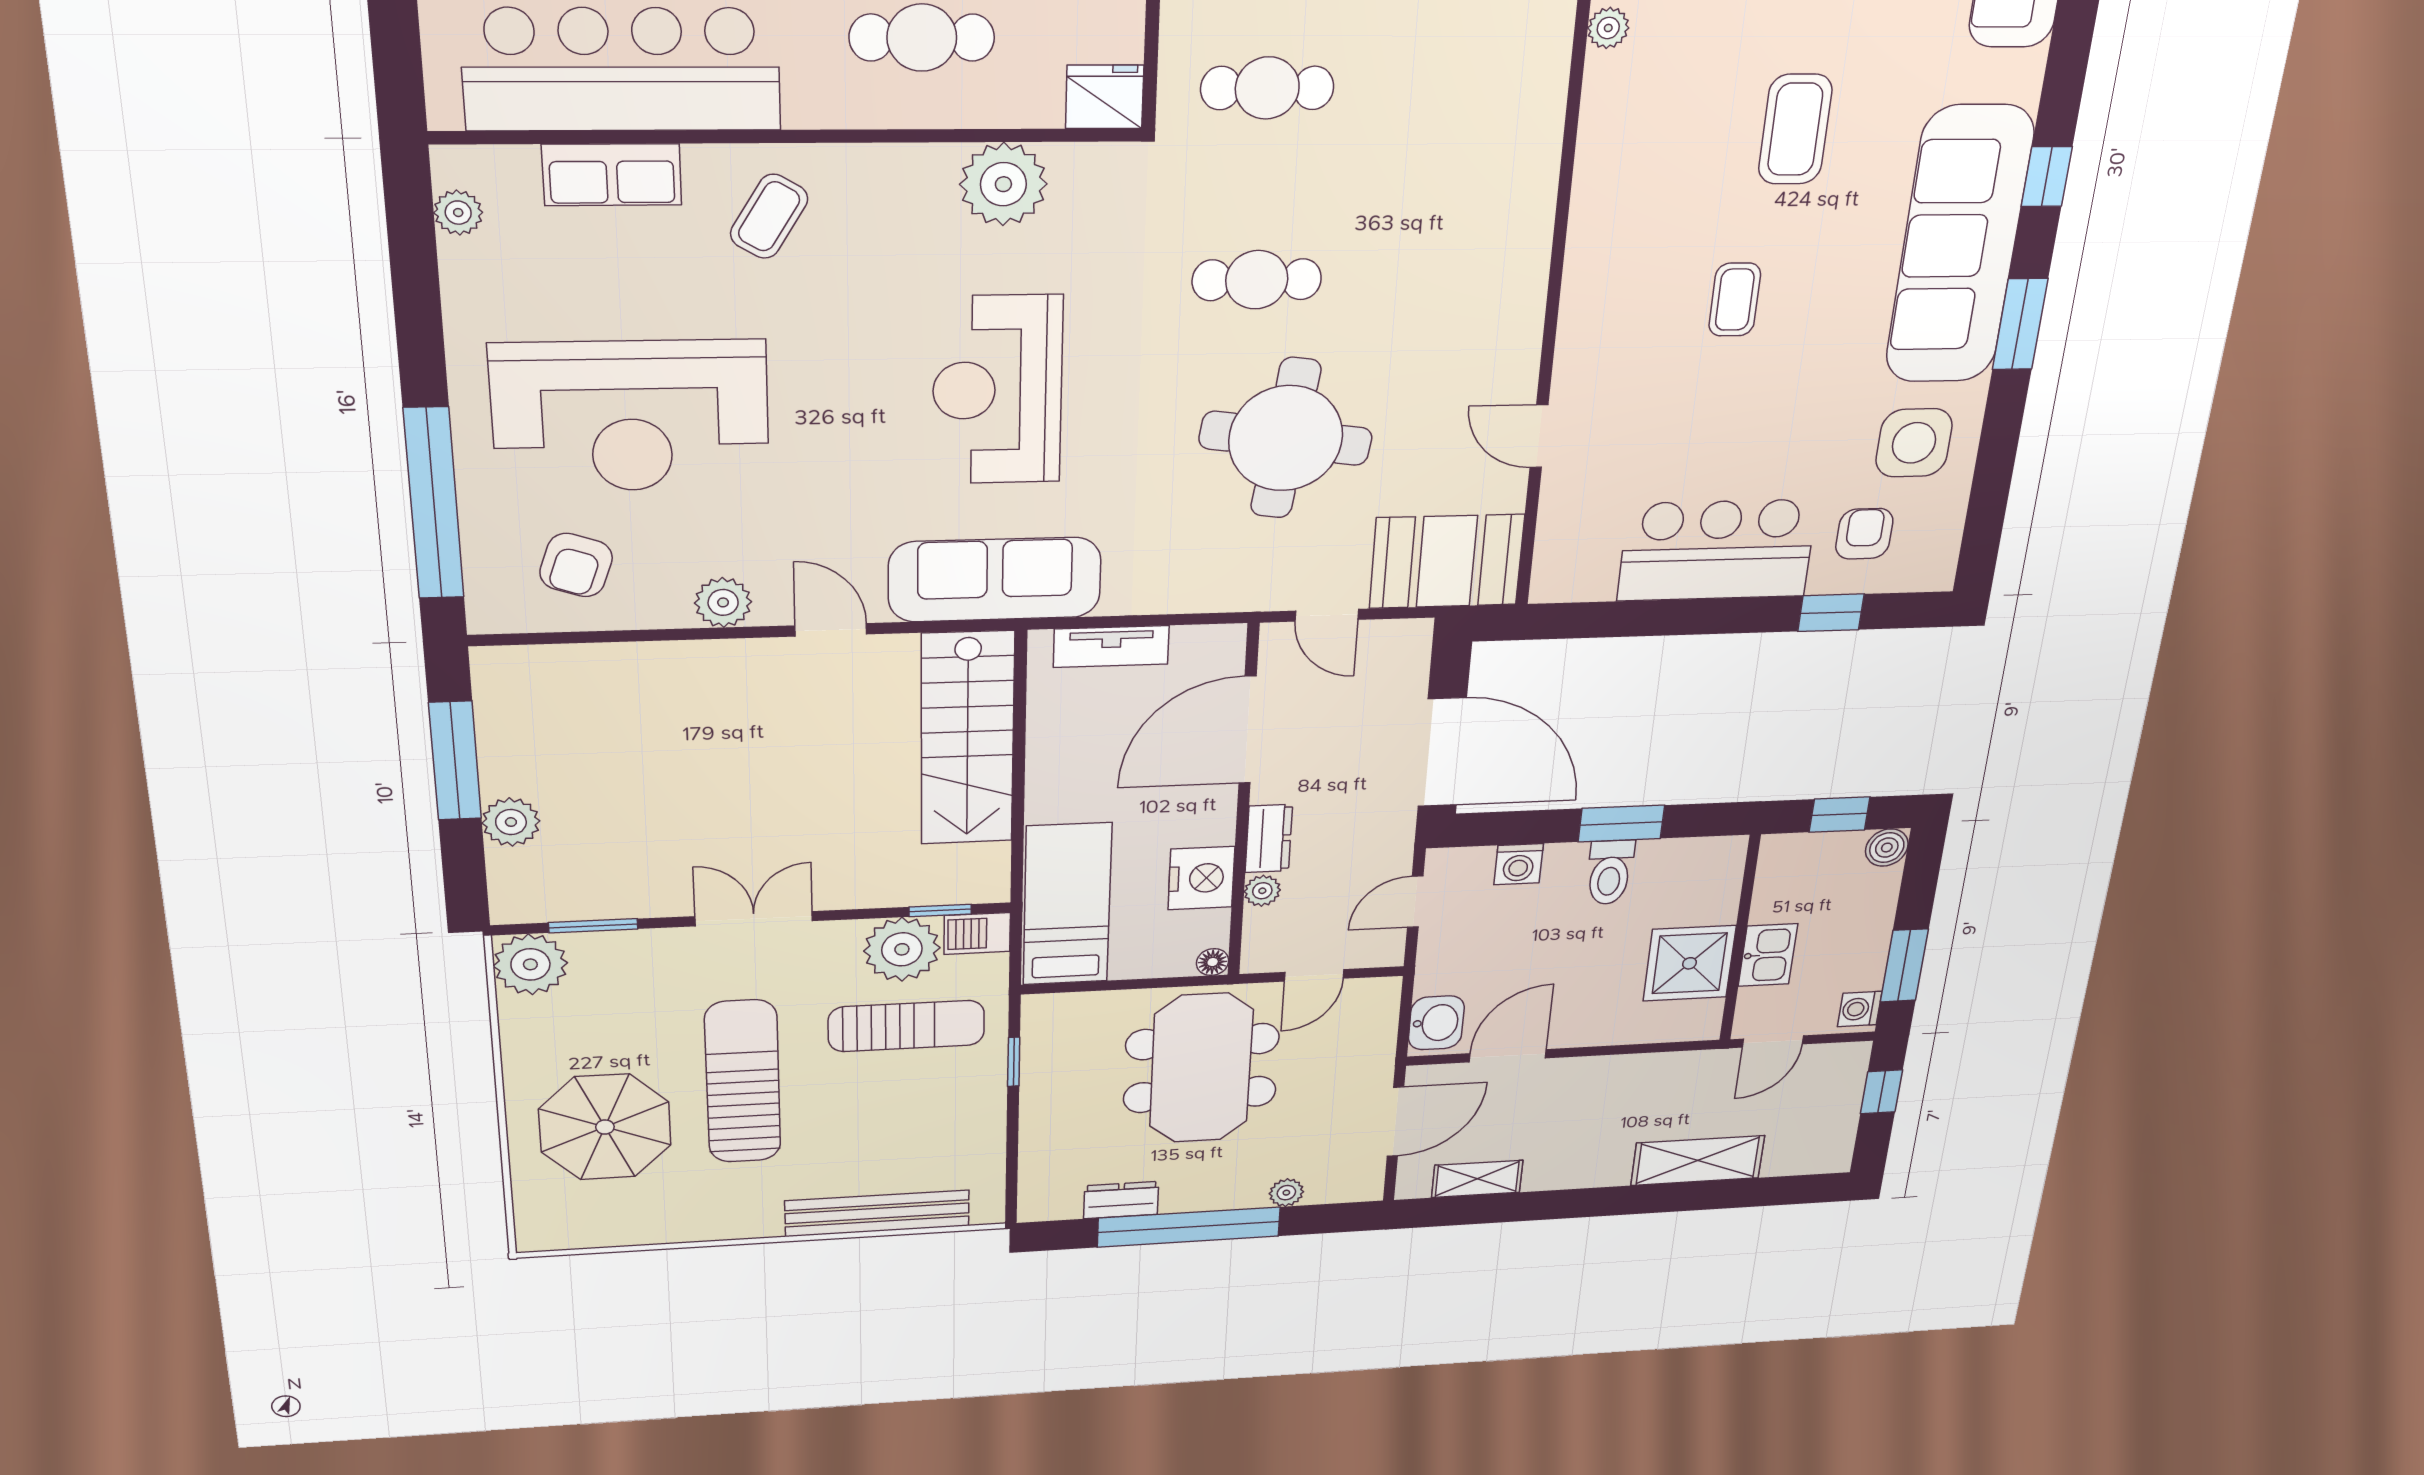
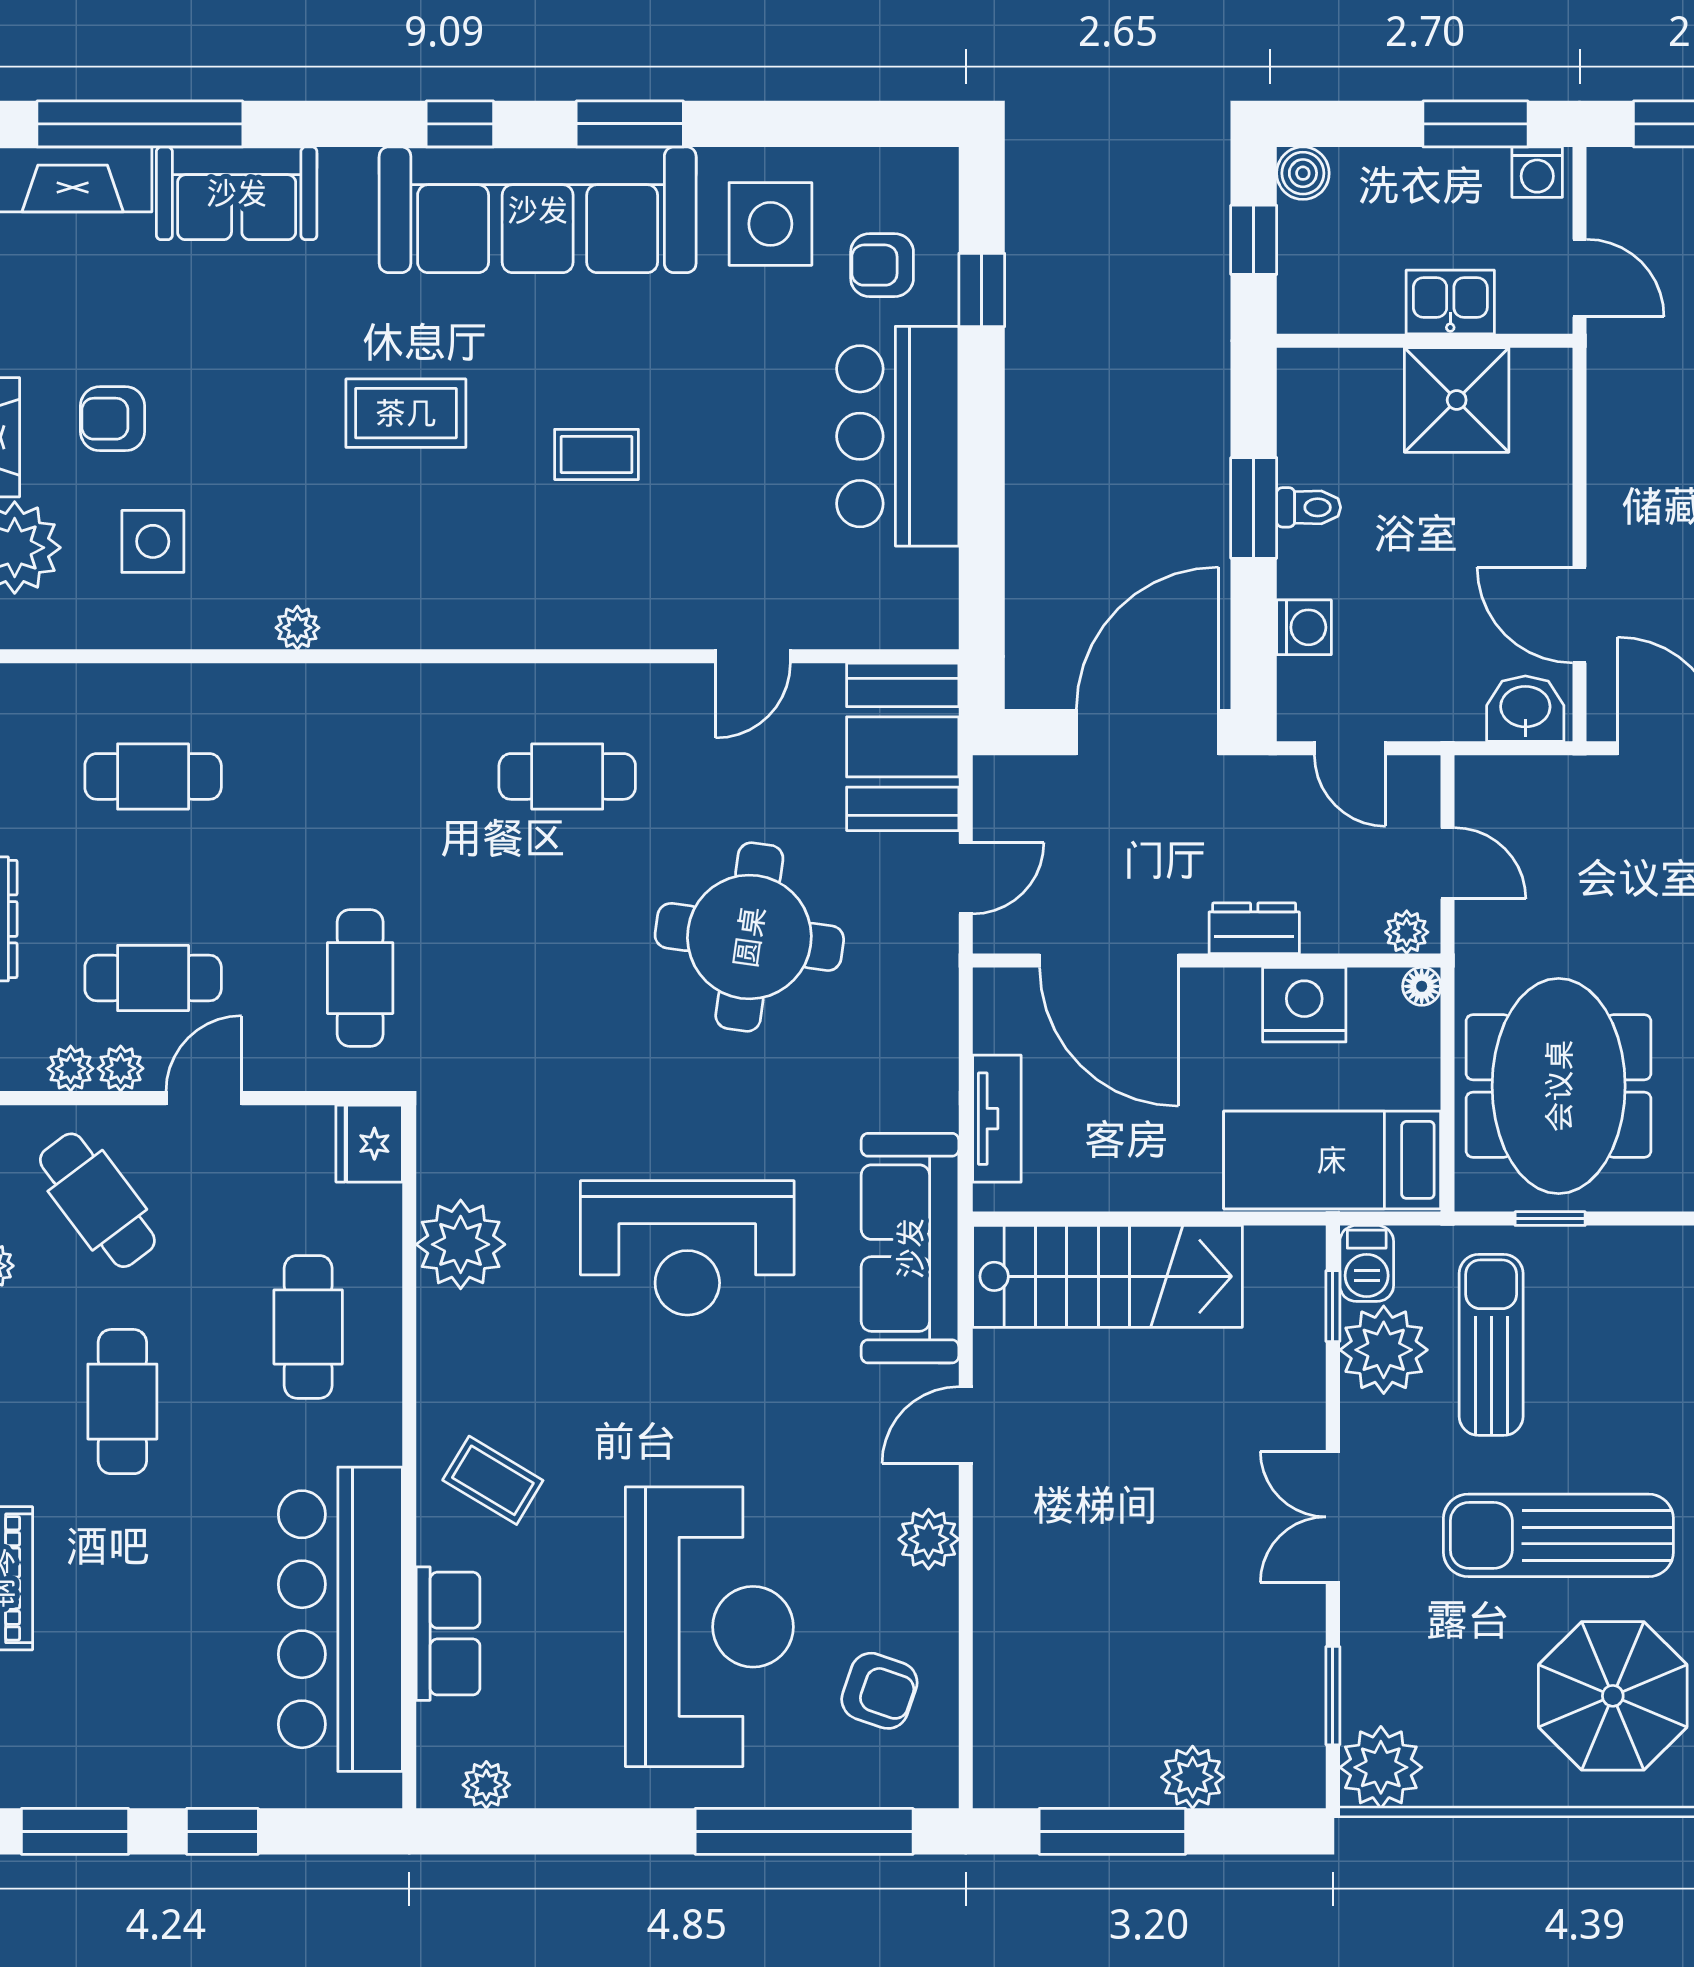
cafe table: (1257, 280) -> (567, 776), moved, turned 90
toilet: (1610, 872) -> (1309, 507), width x0.73, depth x0.72
plant: (1262, 891) -> (1407, 932), moved
meeting table: (1201, 1068) -> (1559, 1086), moved, turned 90

